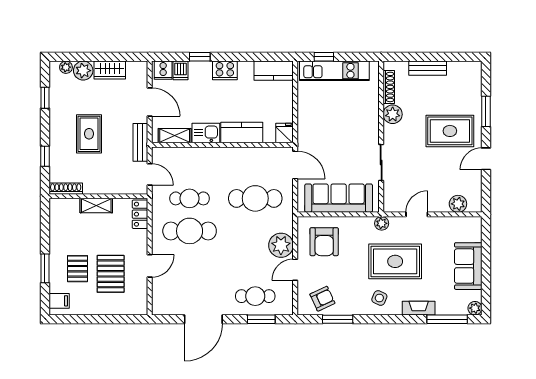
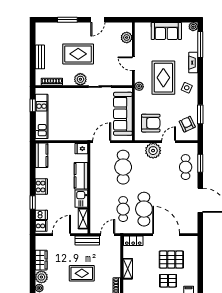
window: (324, 57) -> (33, 105), moved
plant: (393, 114) -> (80, 79), moved
rug: (450, 131) -> (78, 54), moved, turned 90
door: (486, 159) -> (98, 20), hinge flipped
door: (150, 266) -> (166, 235), width x1.88
door: (295, 270) -> (169, 142), swing flipped

